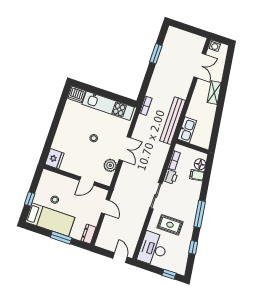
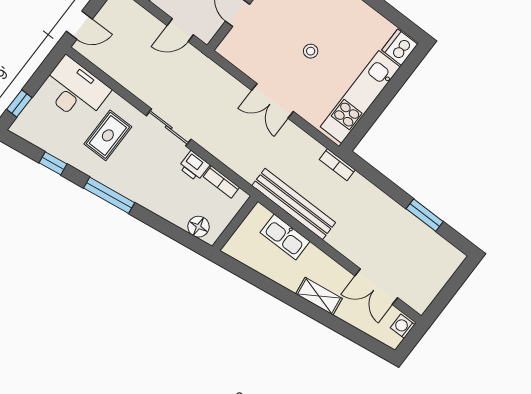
kitchen sink: (187, 130) -> (285, 237), moved
plant: (110, 165) -> (252, 64), removed
filing cabinet: (197, 175) -> (181, 214), removed

